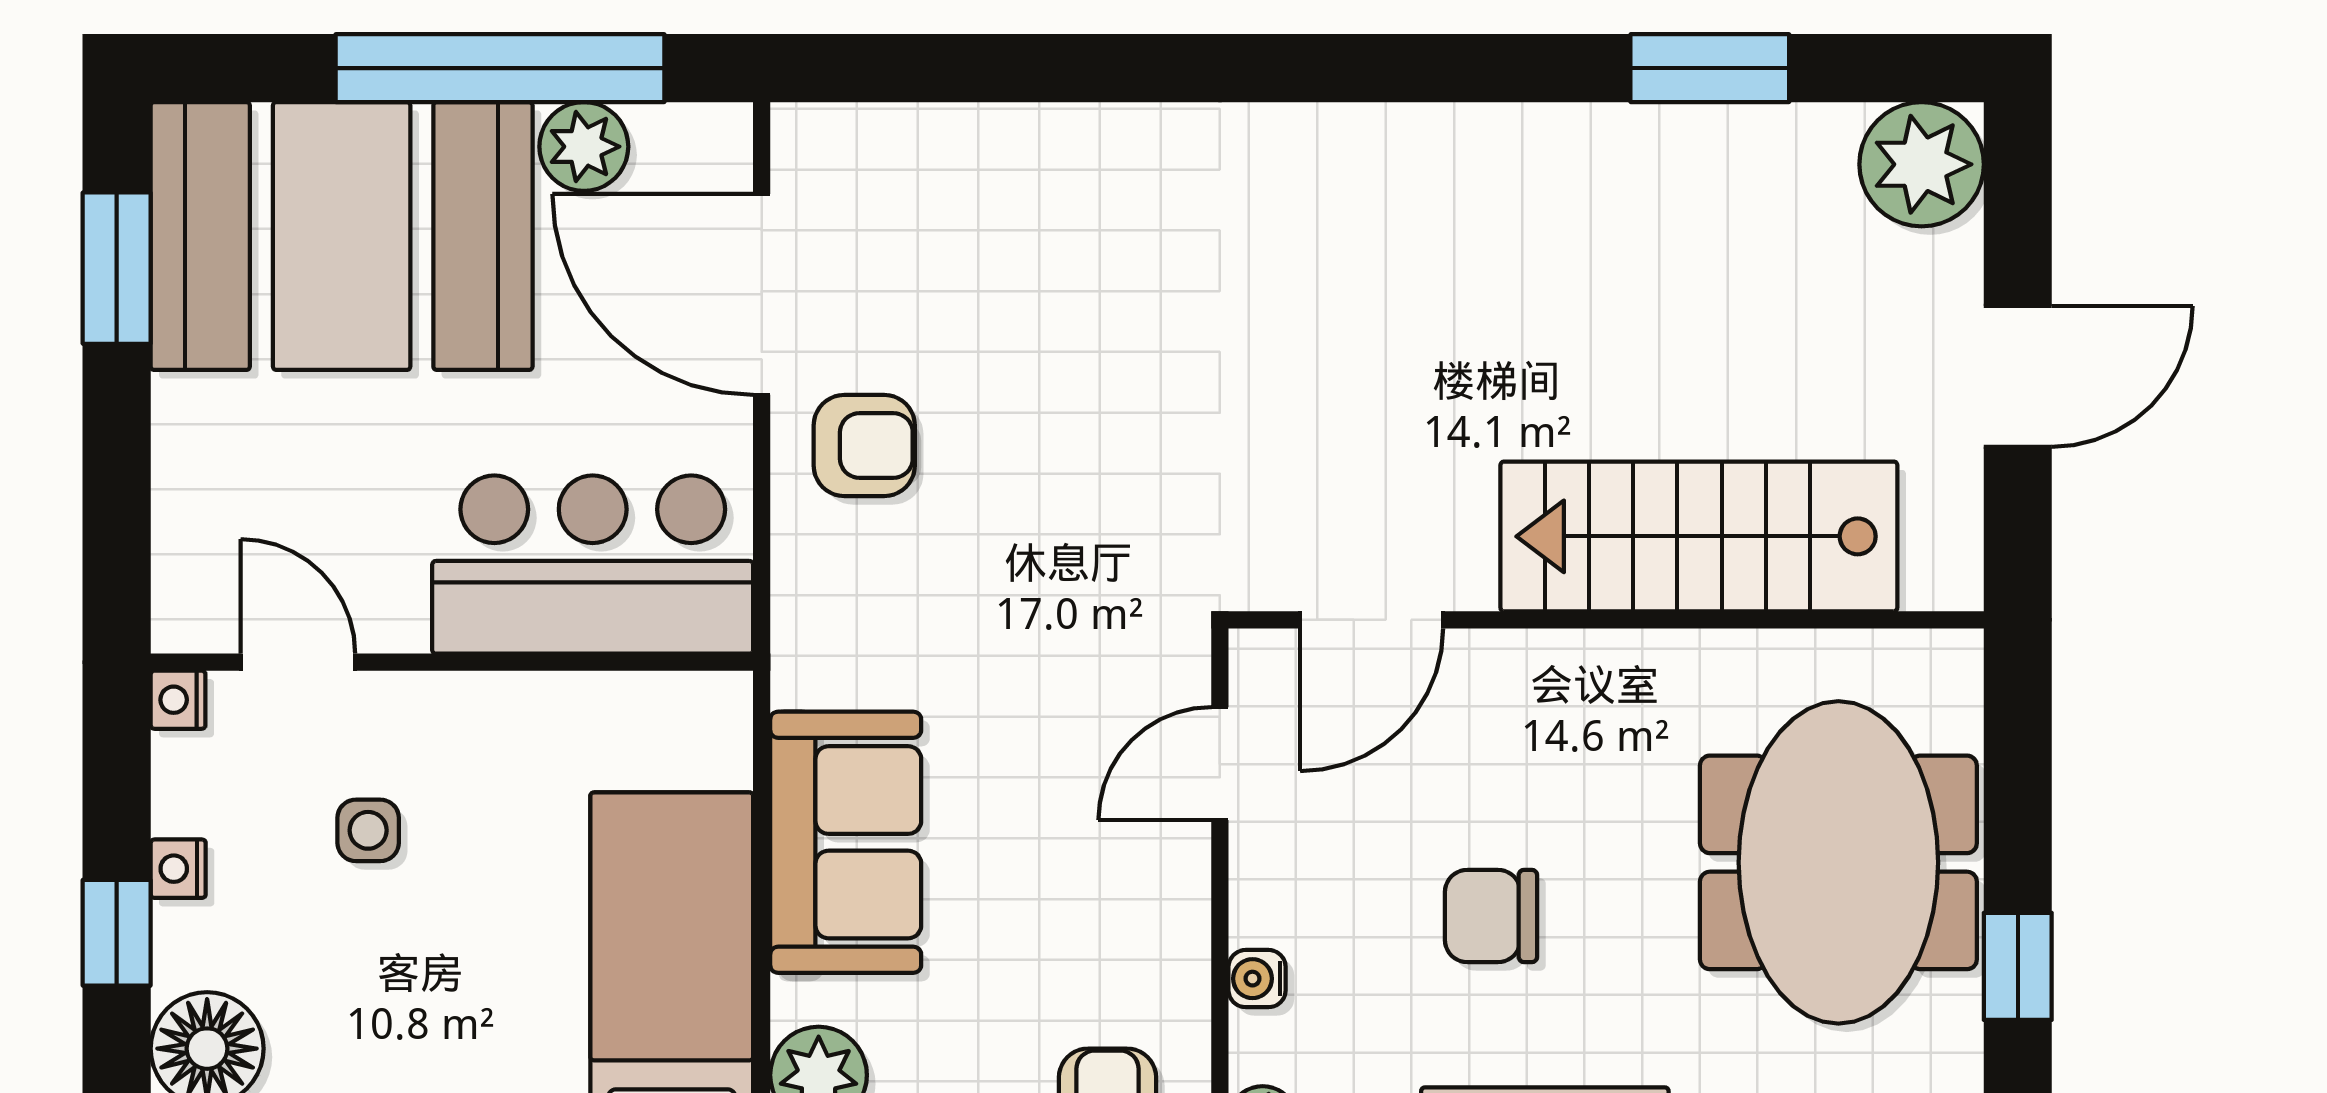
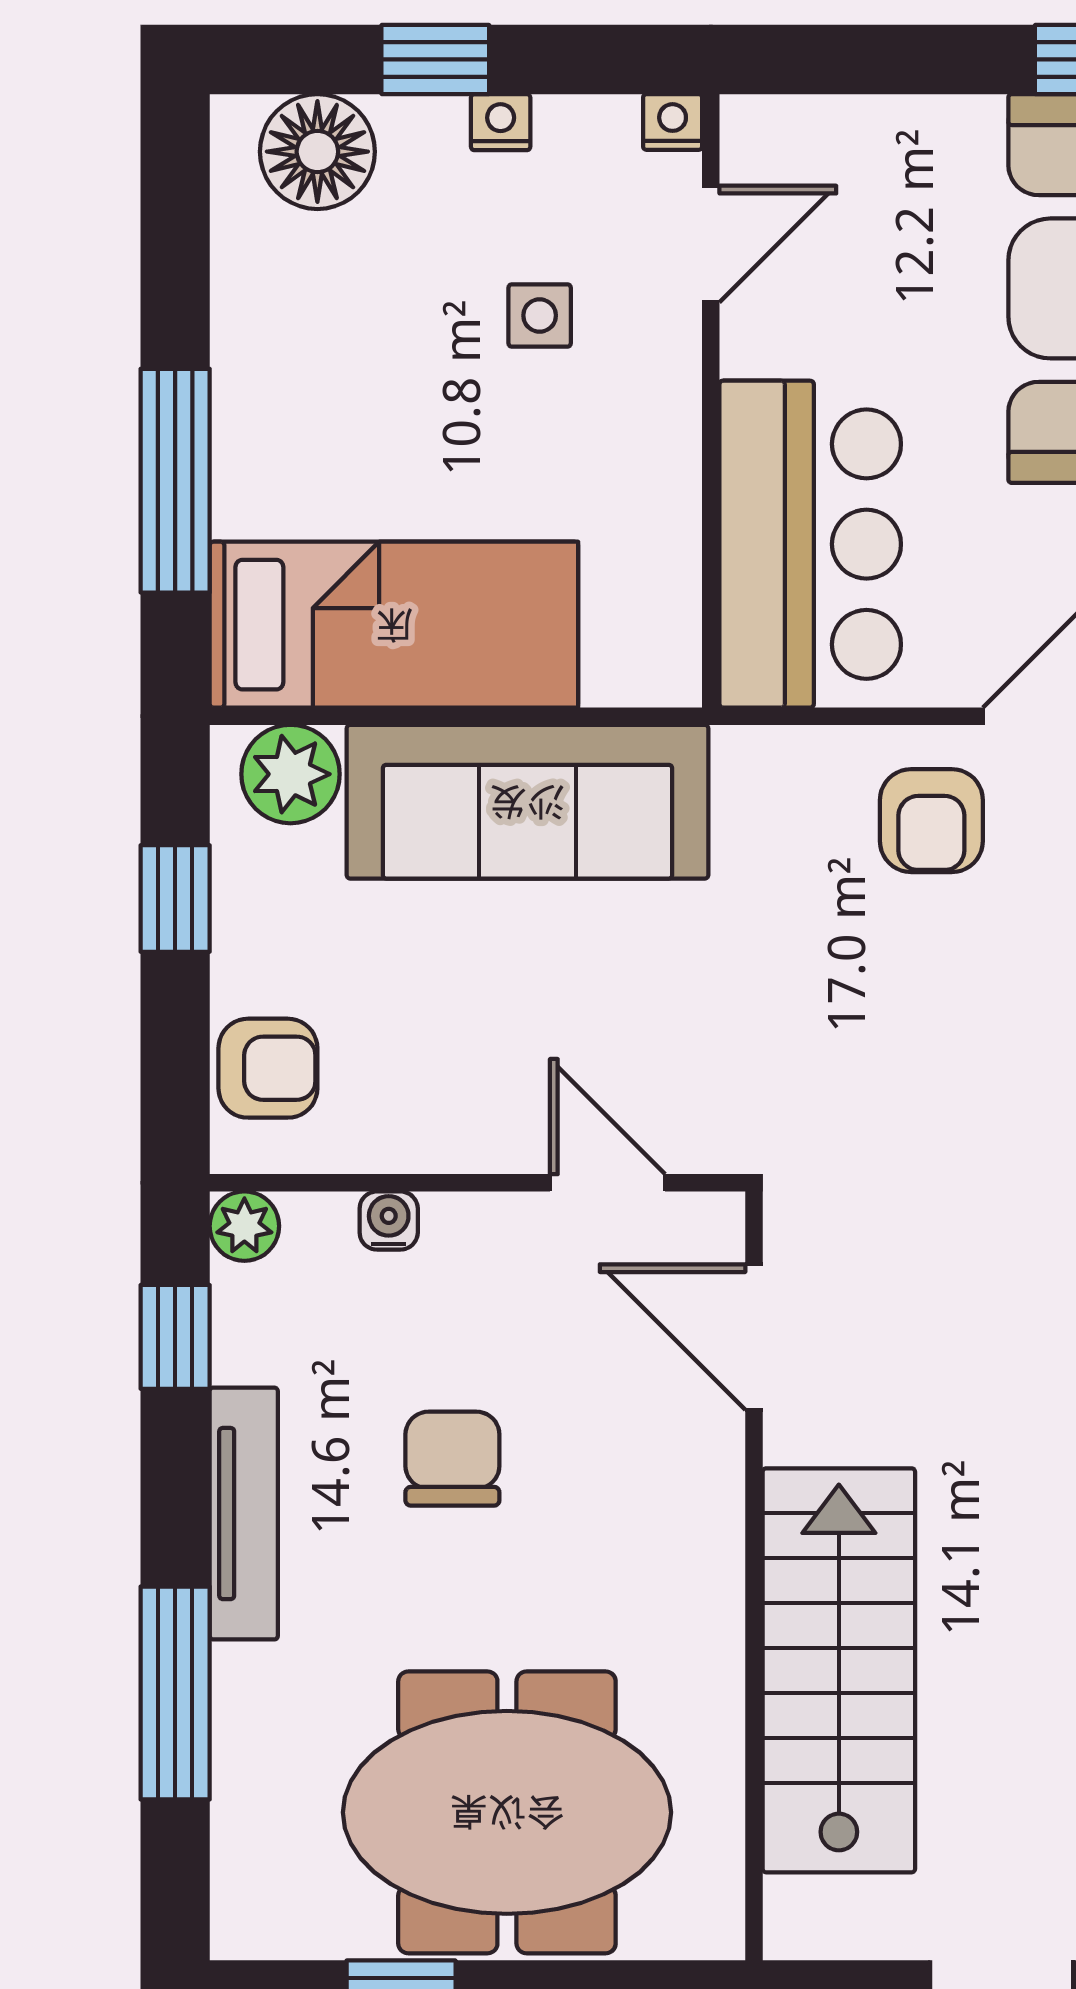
sofa: (846, 842) -> (527, 802), width x1.36

